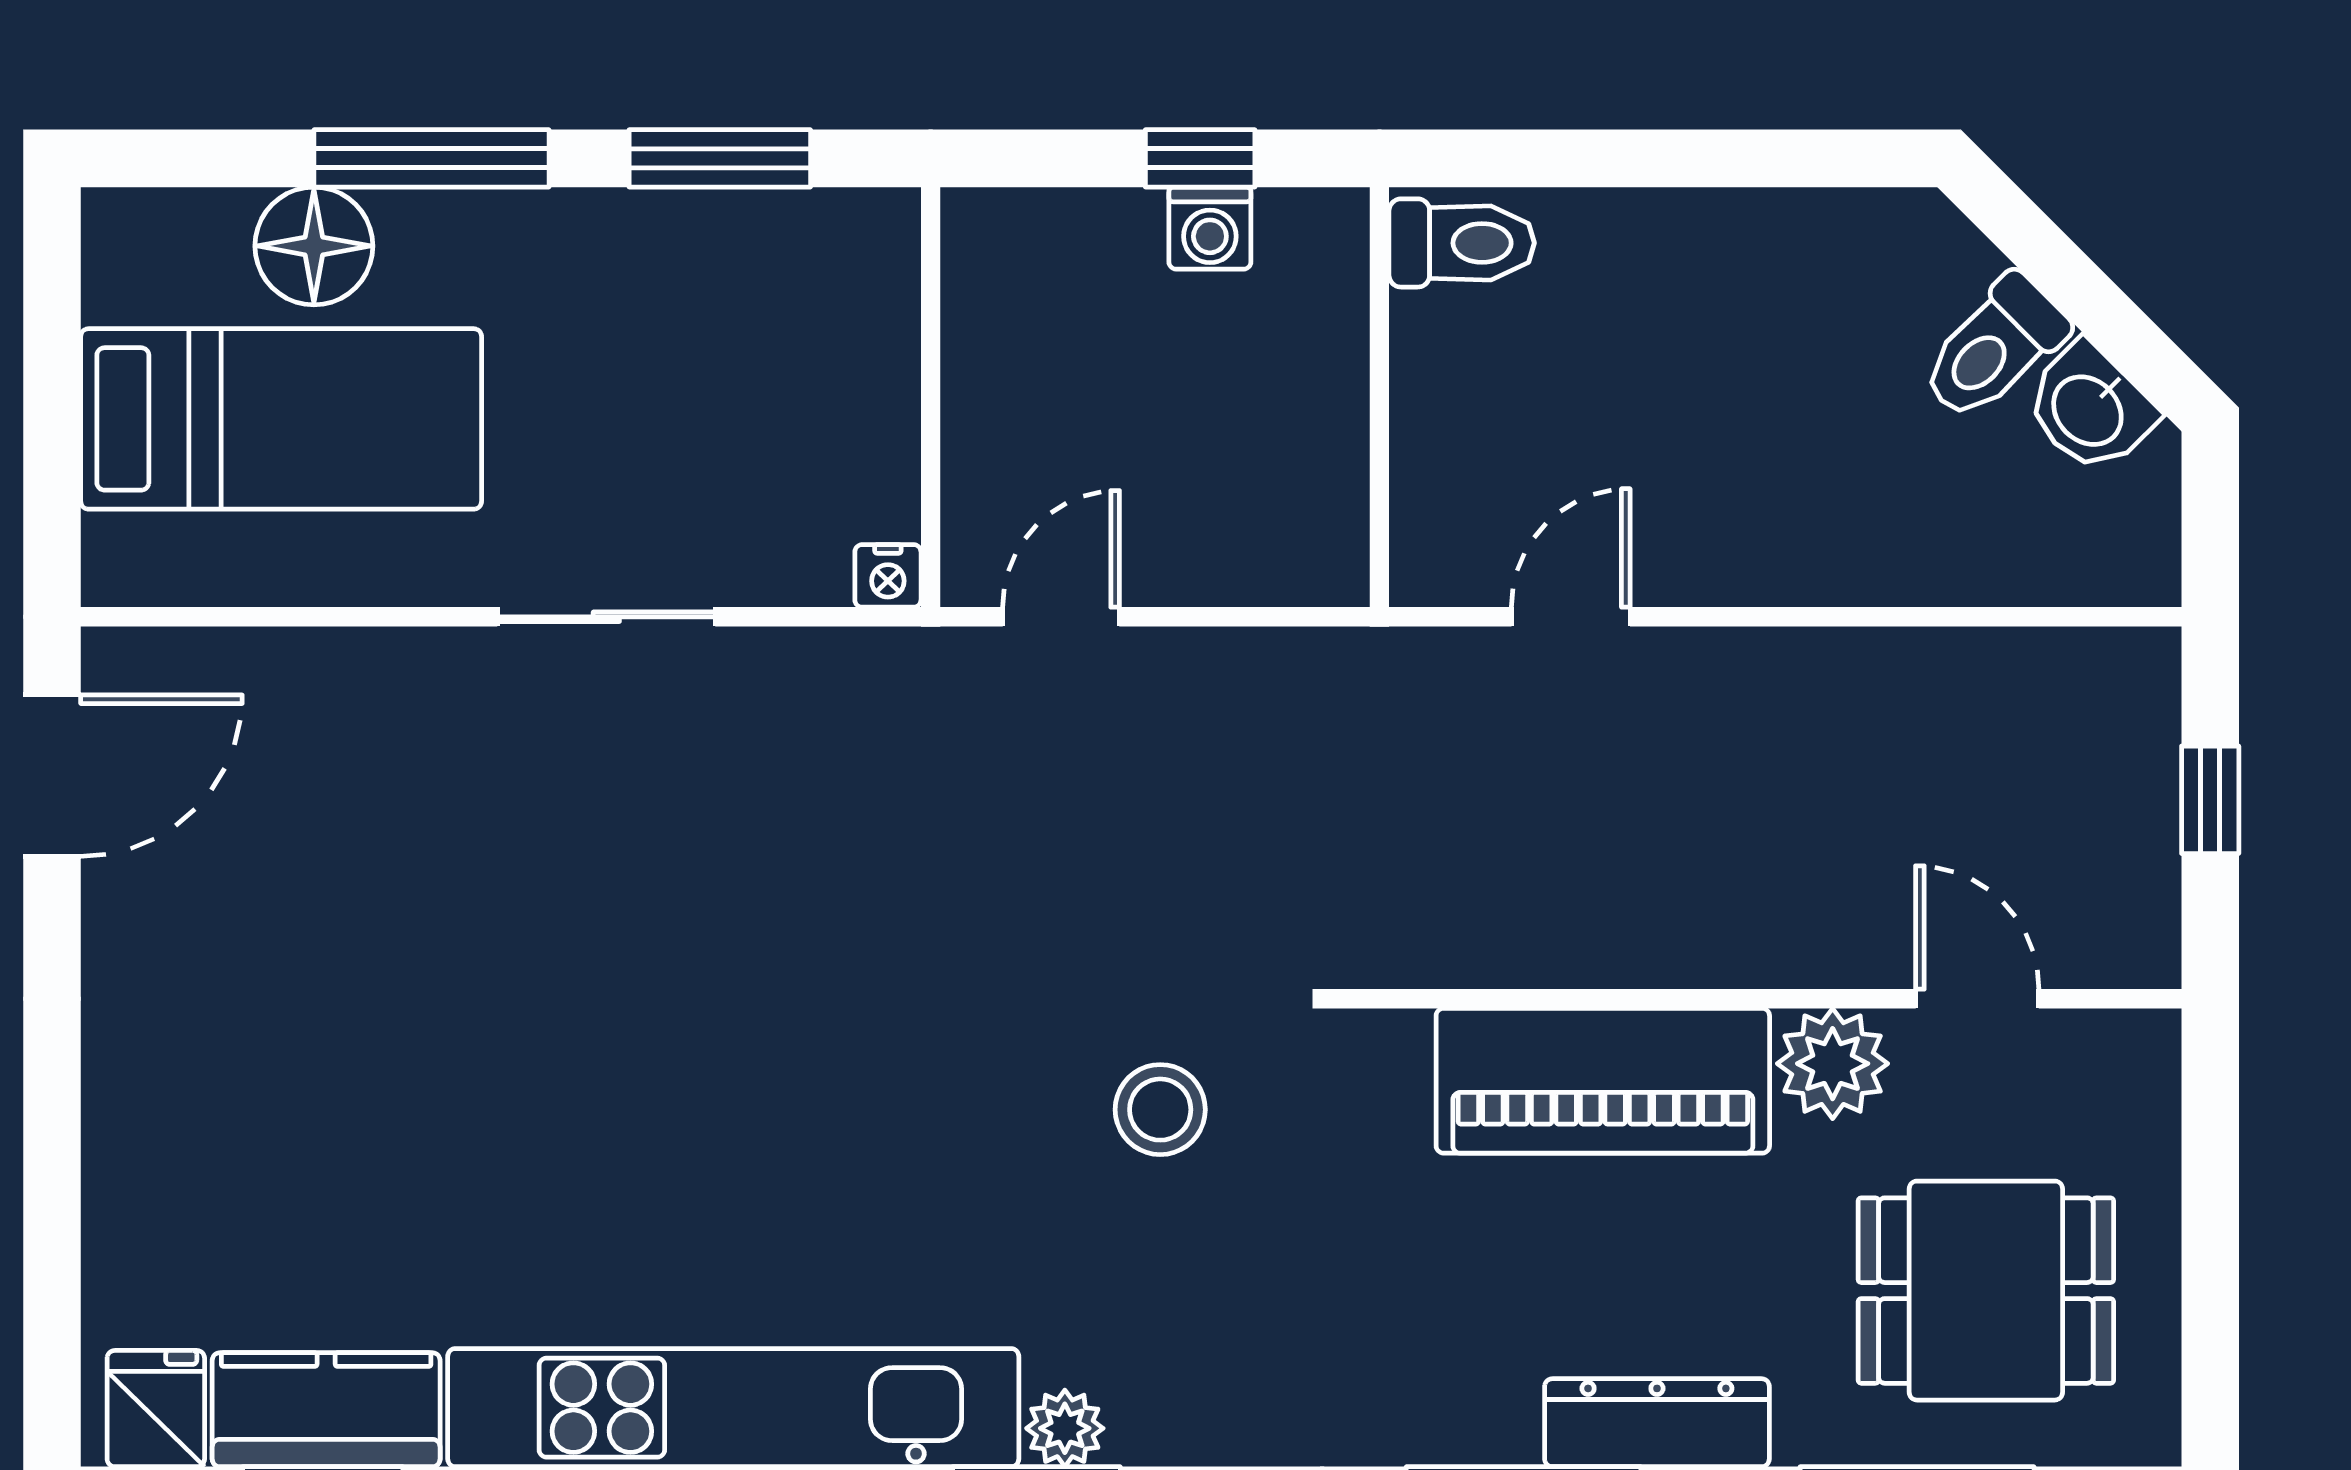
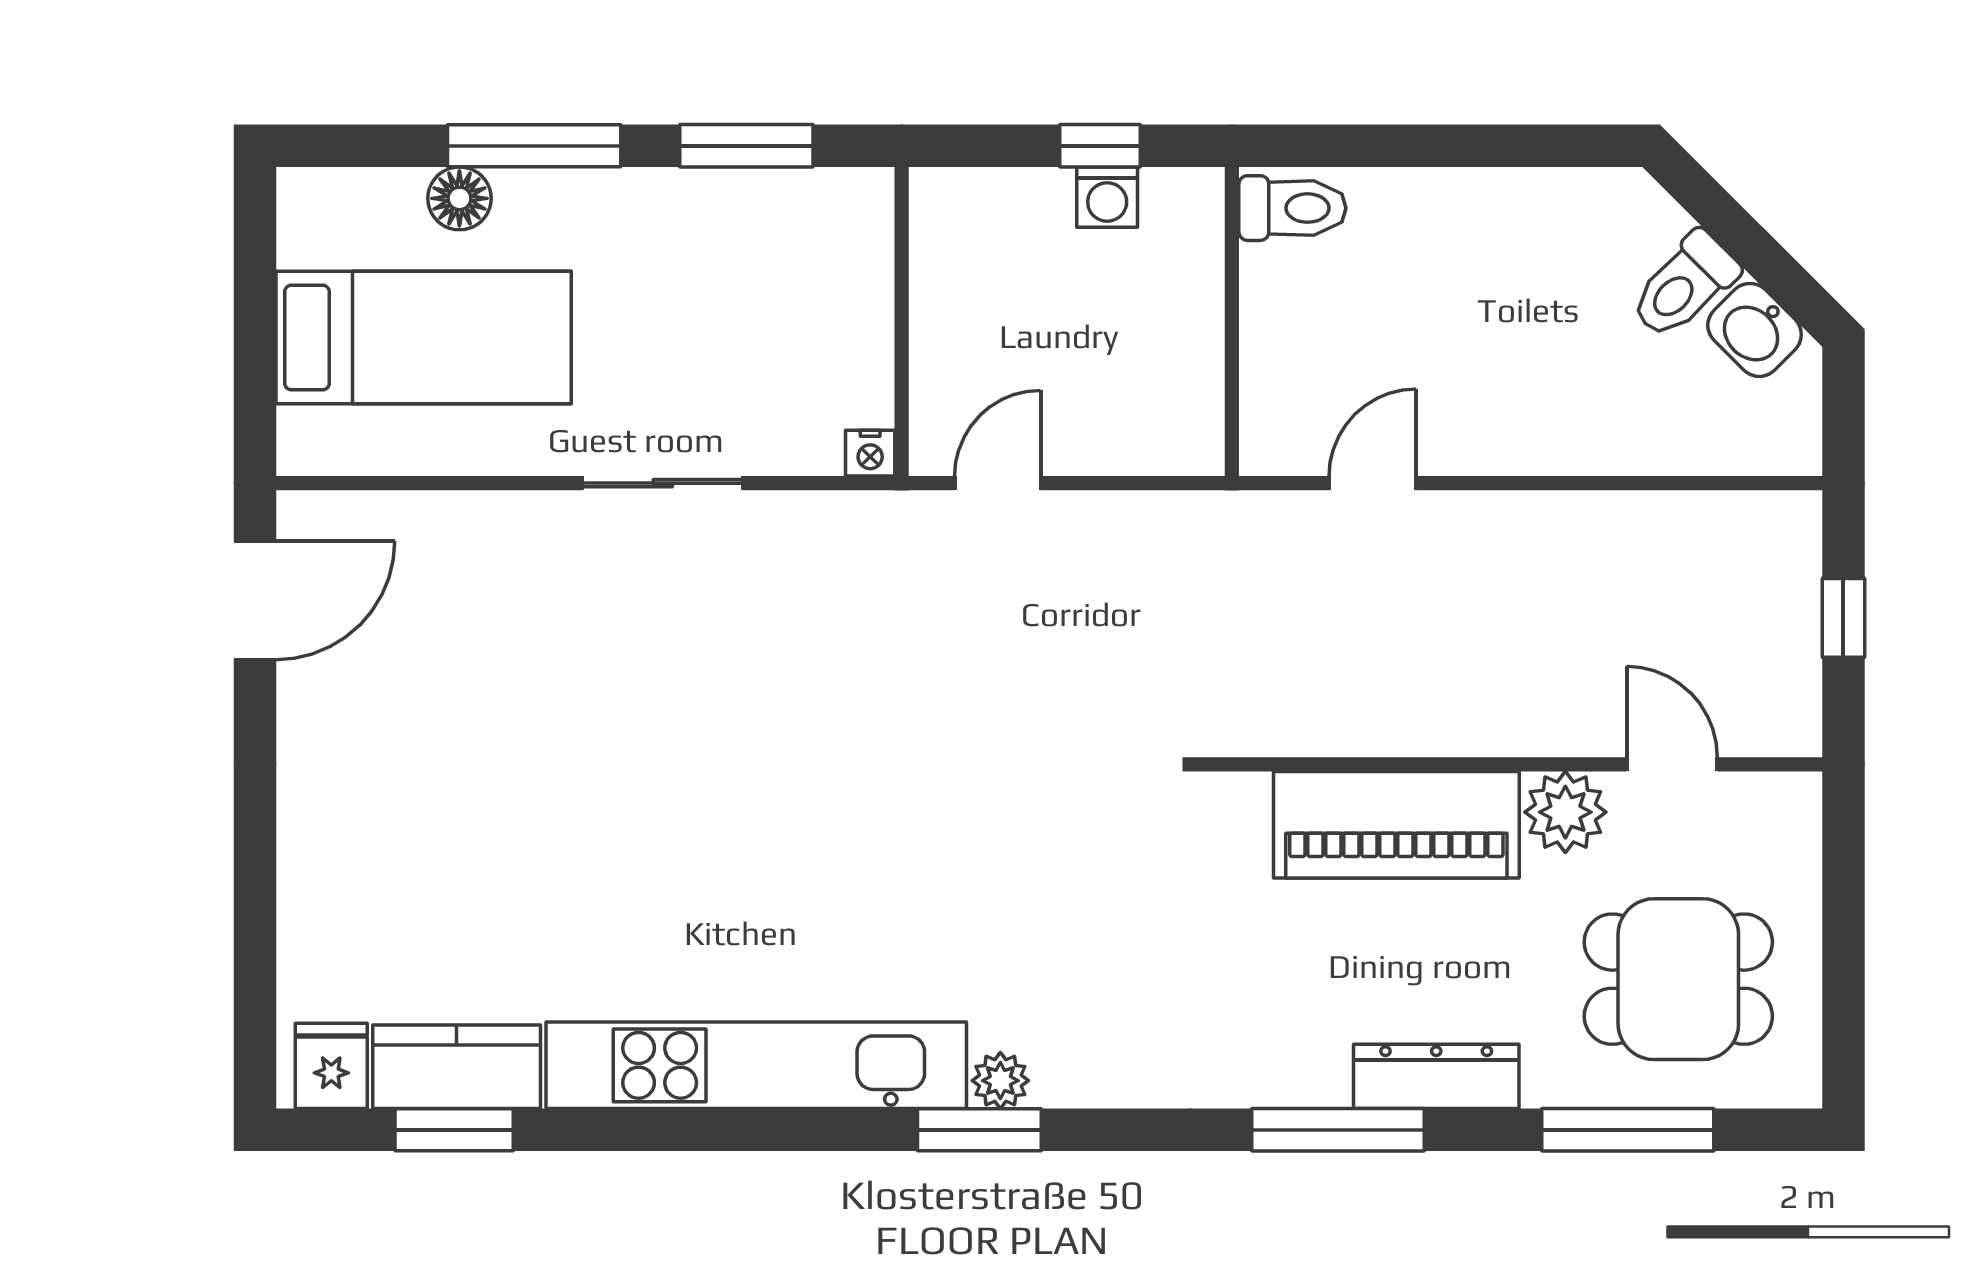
floor lamp: (314, 246) -> (459, 198), width x0.73, depth x0.73
stool: (1160, 1110) -> (1071, 846), removed

